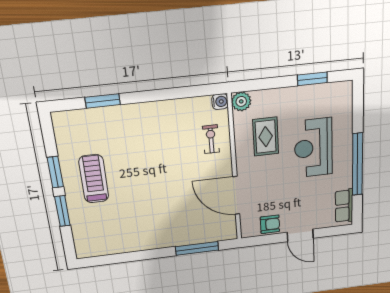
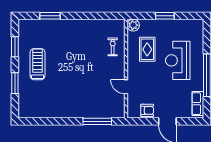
window: (312, 79) -> (165, 16), moved
water cooler: (220, 102) -> (120, 24), removed
window: (55, 172) -> (15, 47), moved
door: (236, 195) -> (126, 87), width x0.53

